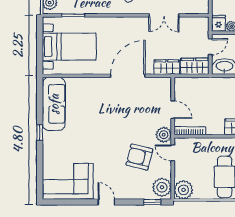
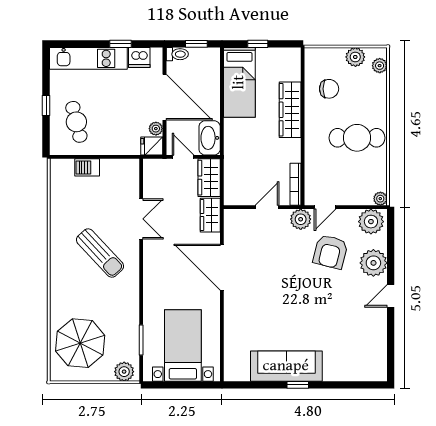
sofa: (54, 104) -> (286, 366), moved
corner sofa: (68, 181) -> (363, 347), removed
plant: (131, 189) -> (373, 263), added
plant: (183, 190) -> (380, 199), width x0.53, depth x0.53
window: (152, 202) -> (391, 234), removed

